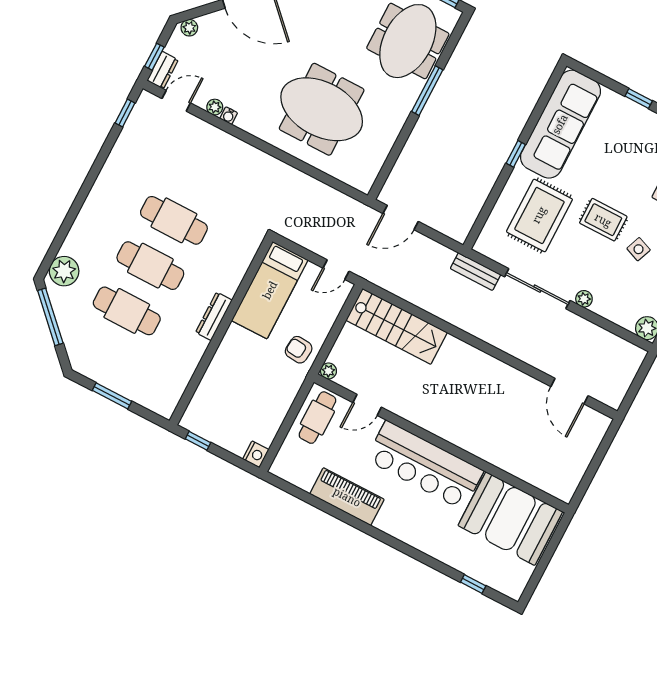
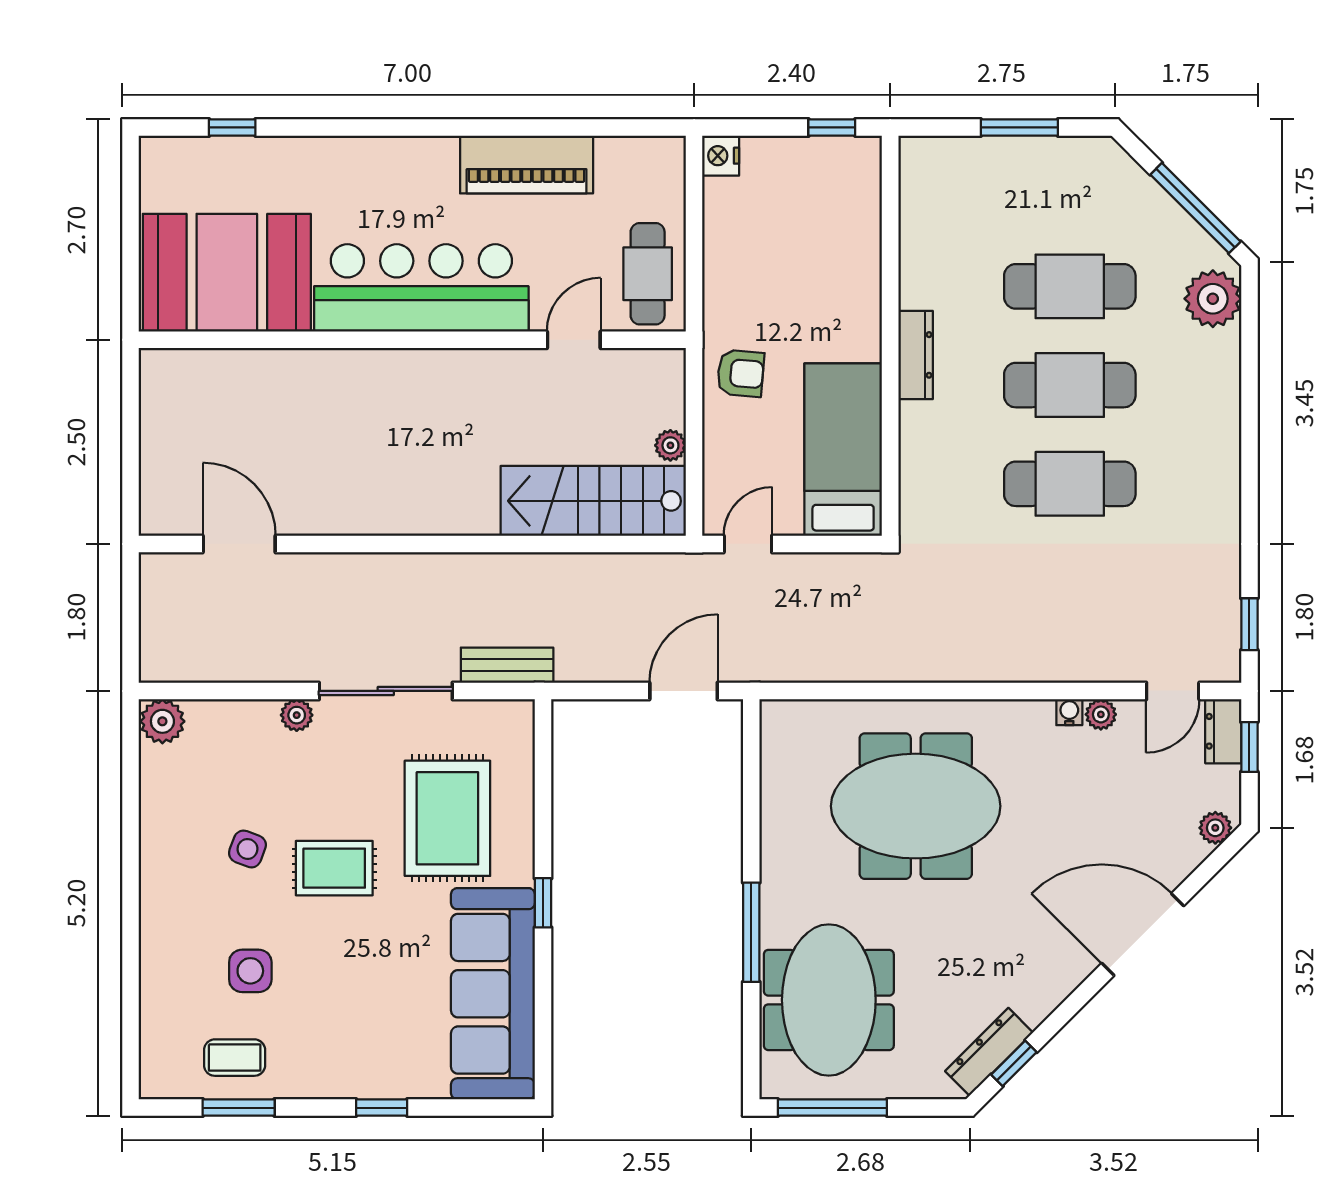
plant: (328, 371) -> (670, 445), moved

